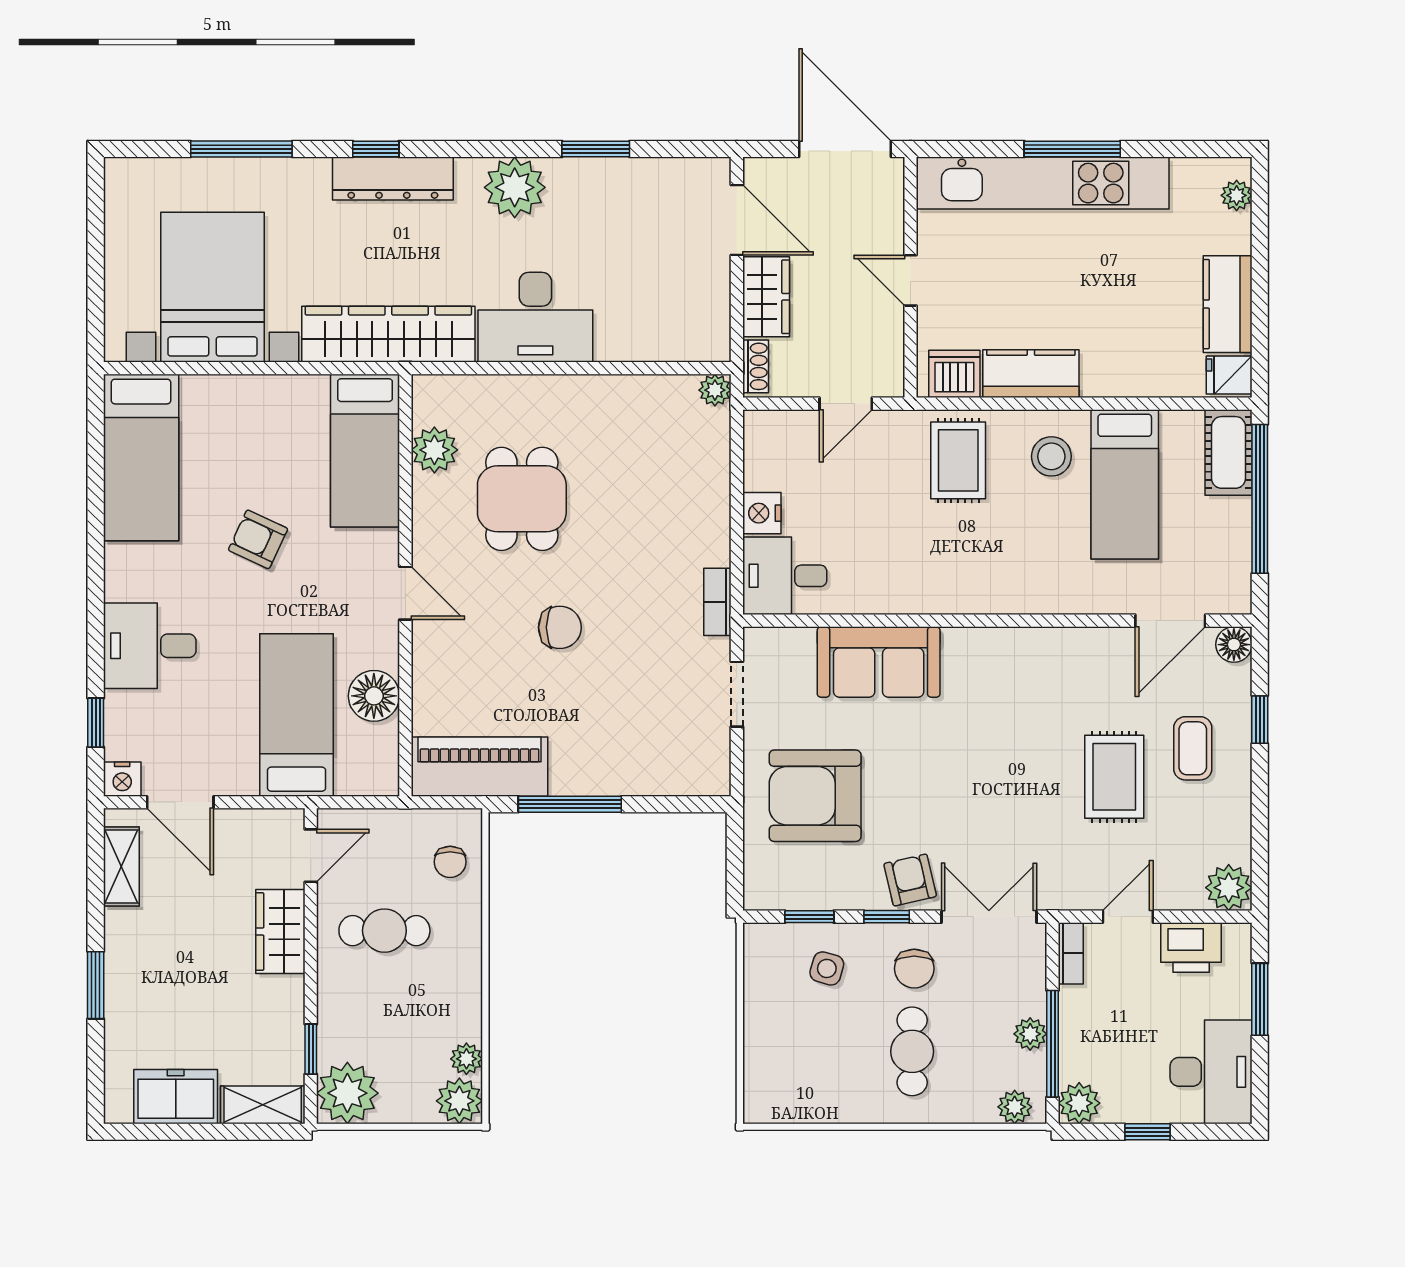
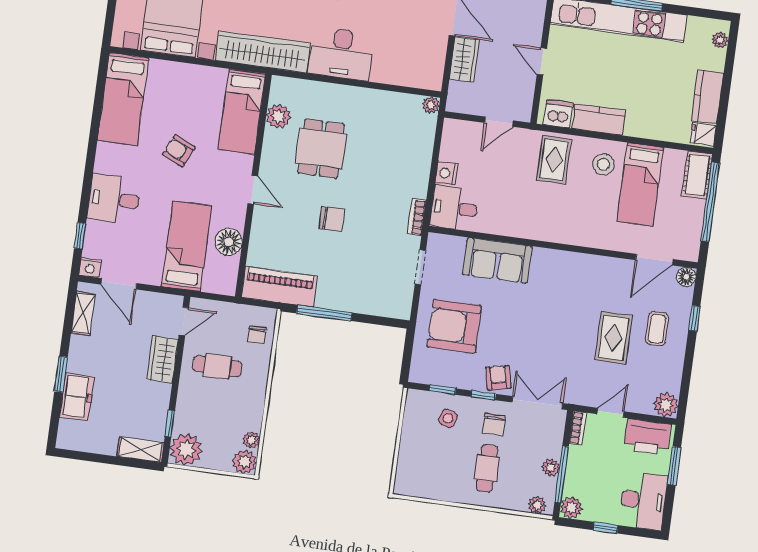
shoe rack: (756, 366) -> (454, 96), removed
printer: (1191, 947) -> (647, 437), width x1.37, depth x1.19
freezer: (176, 1097) -> (77, 397), moved, turned 90

